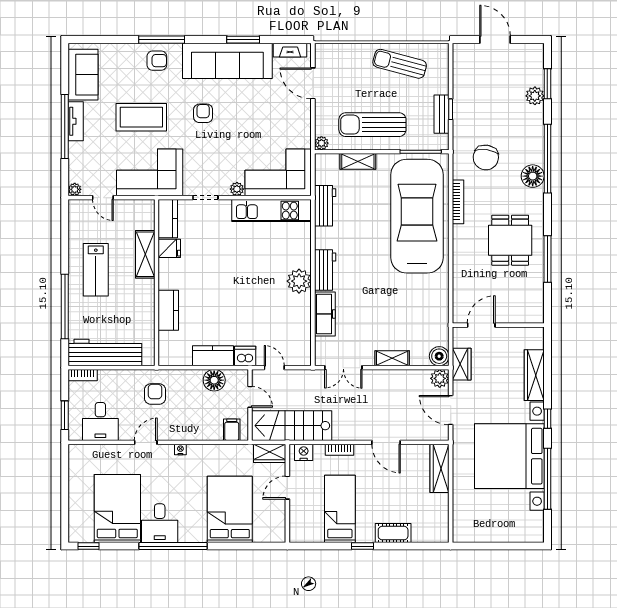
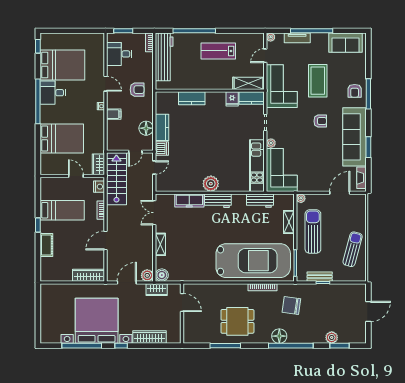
tv unit: (76, 121) -> (297, 38), moved
shelving: (145, 254) -> (248, 83), moved
filing cabinet: (232, 430) -> (114, 114), moved

